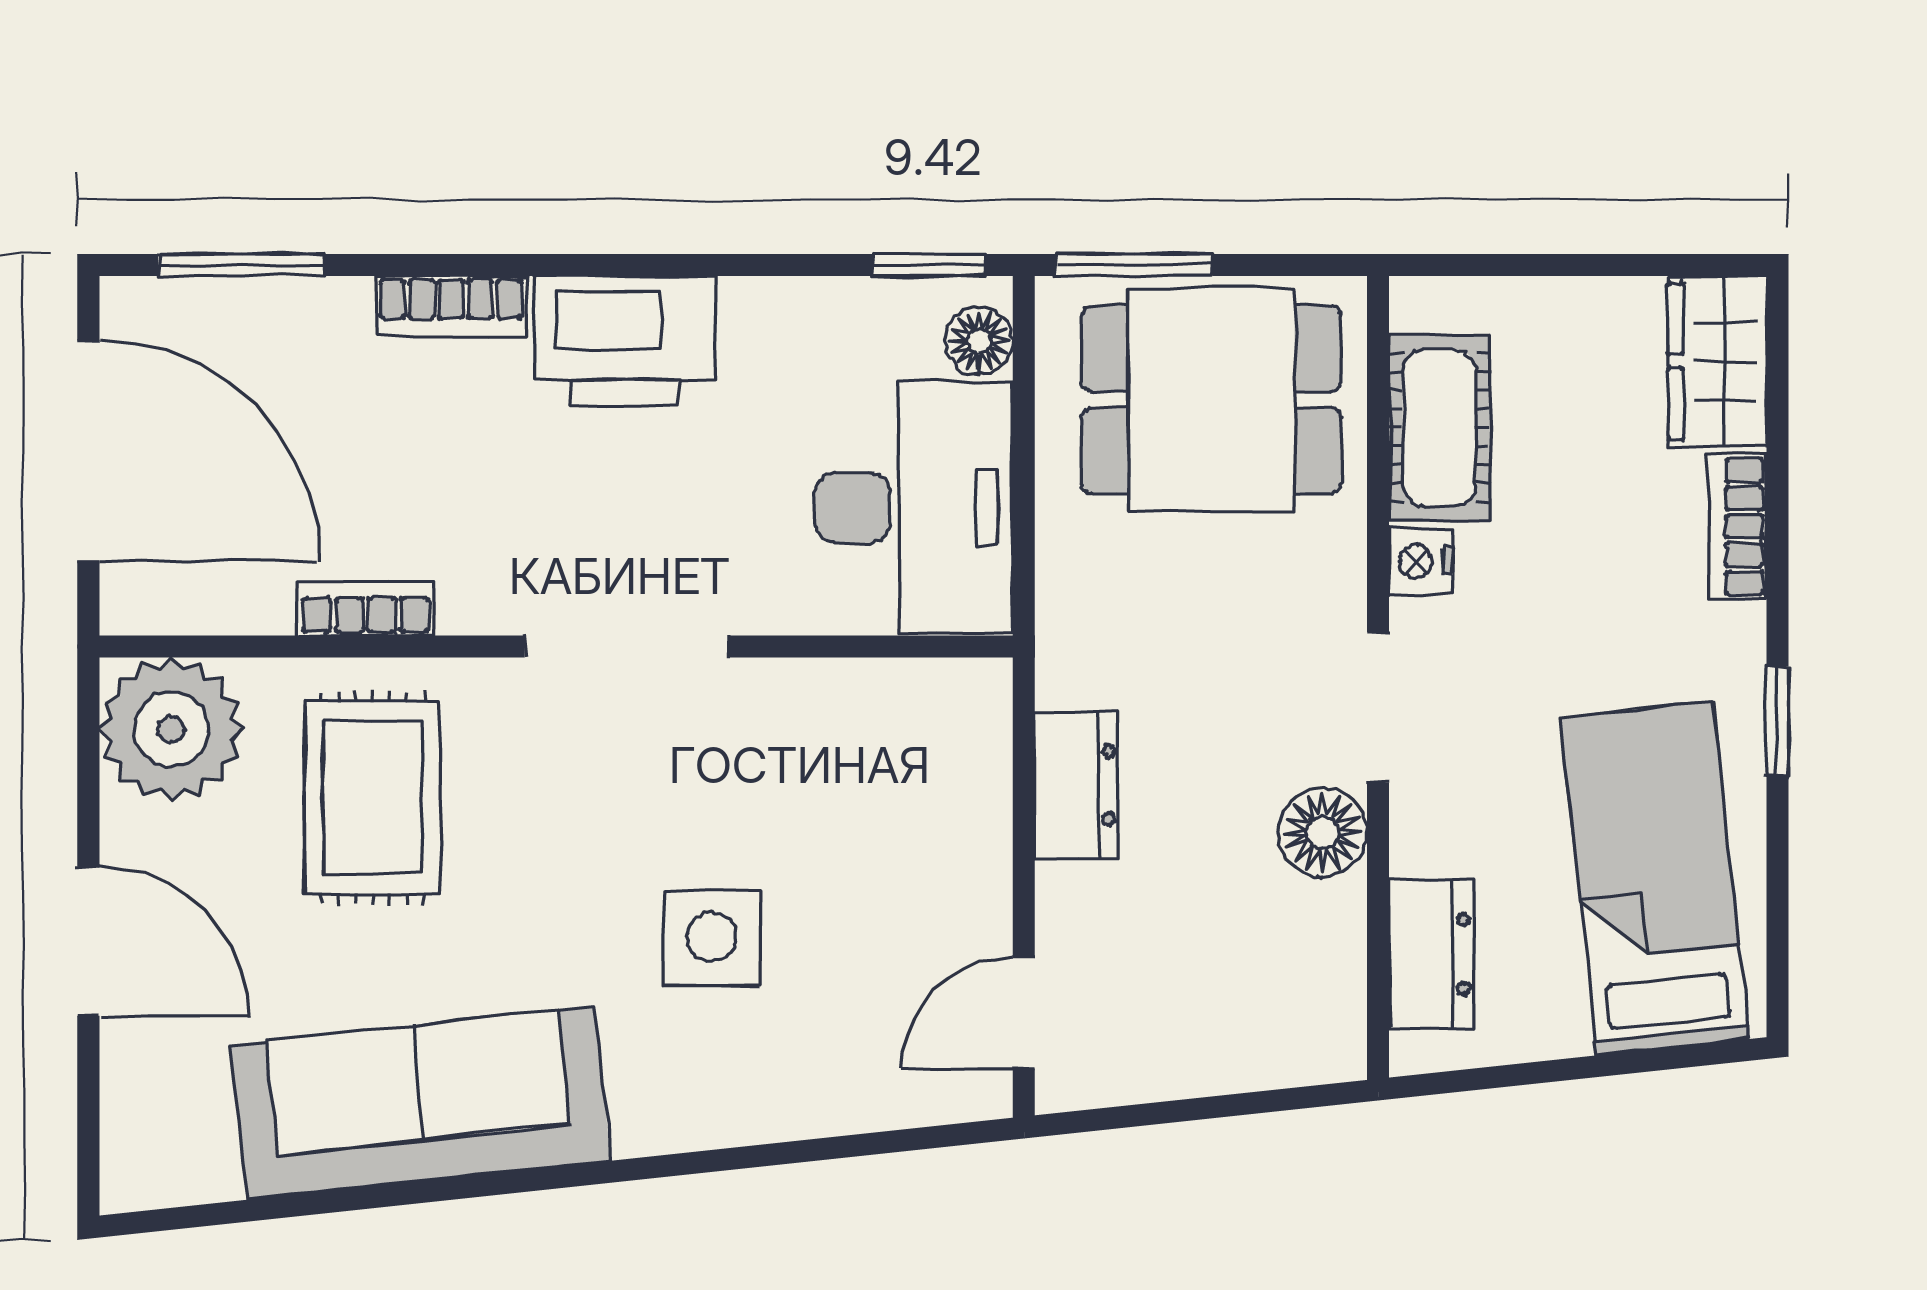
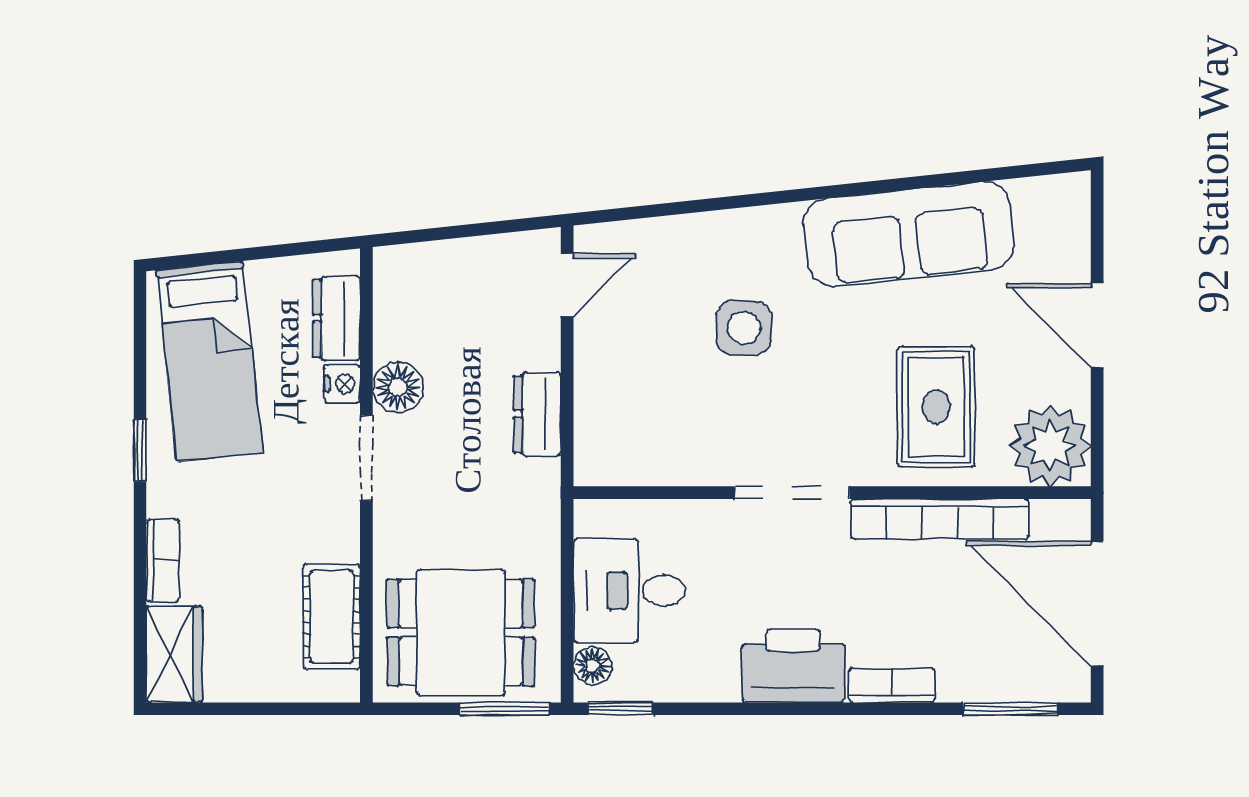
desk: (914, 508) -> (629, 591), width x0.73
nightstand: (1421, 561) -> (342, 384), moved
bookcase: (366, 608) -> (940, 519), width x2.31, depth x1.31

